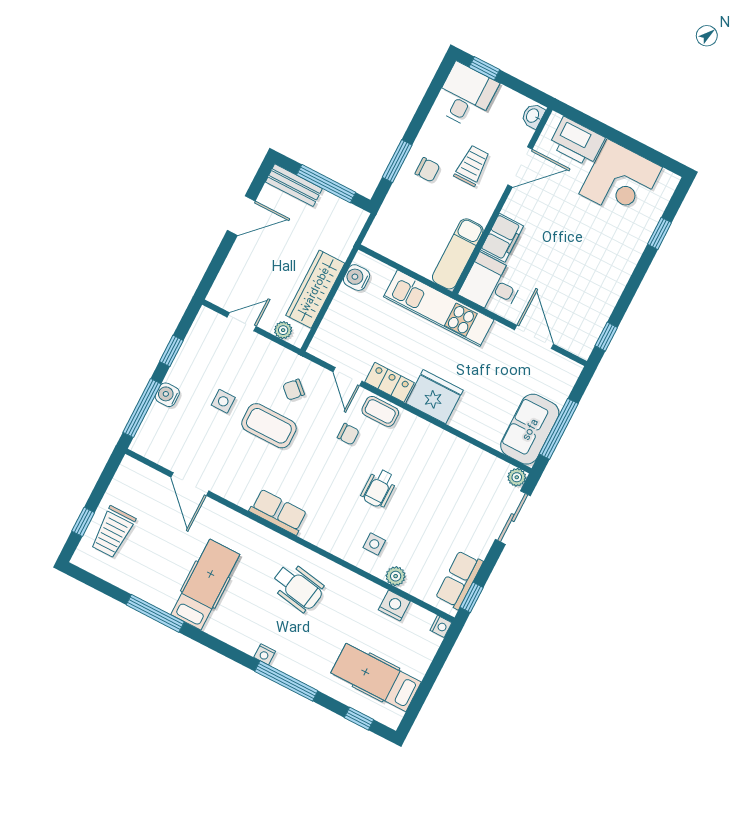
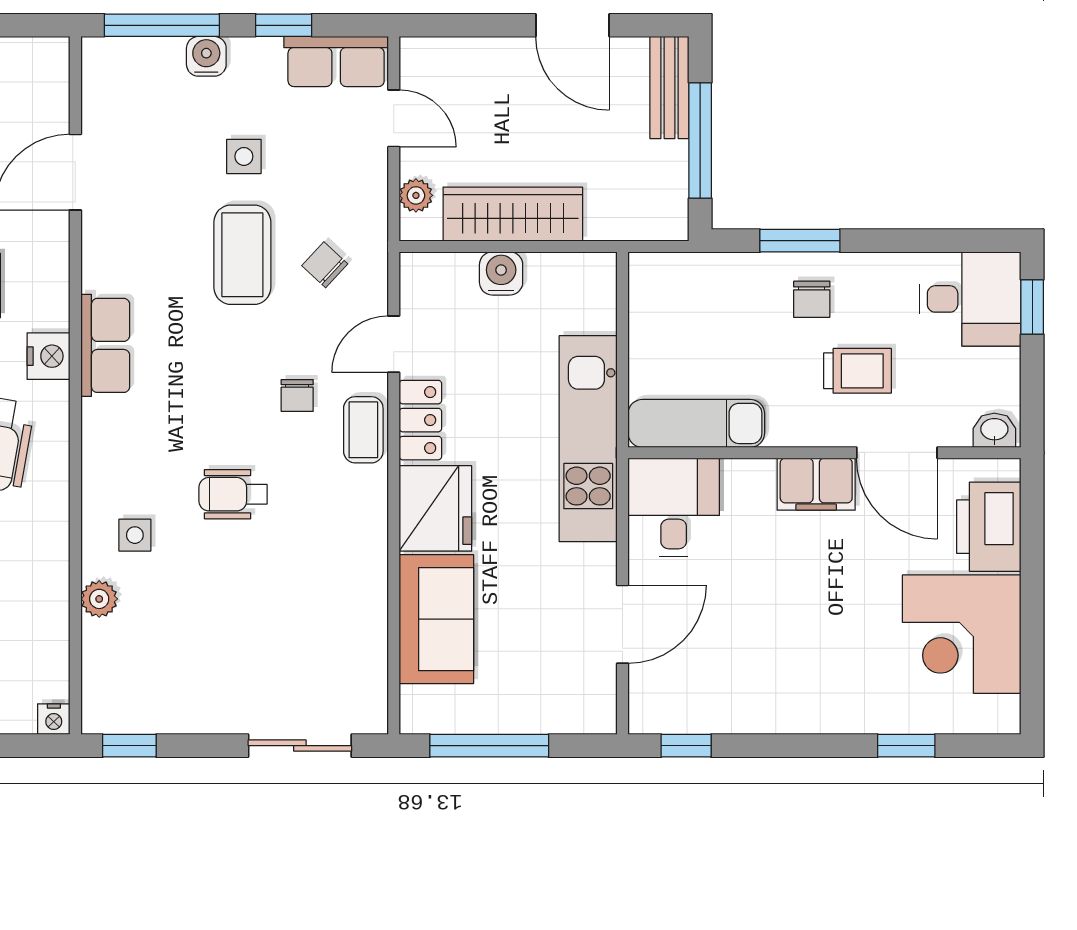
filing cabinet: (502, 238) -> (816, 484), moved
water cooler: (357, 278) -> (501, 273), moved
sofa: (530, 429) -> (436, 619), moved, turned 90
plant: (517, 477) -> (371, 717), removed
row of seats: (459, 580) -> (336, 62), moved, turned 180
nightstand: (394, 605) -> (49, 356), moved

